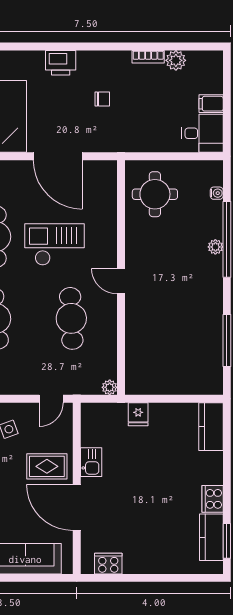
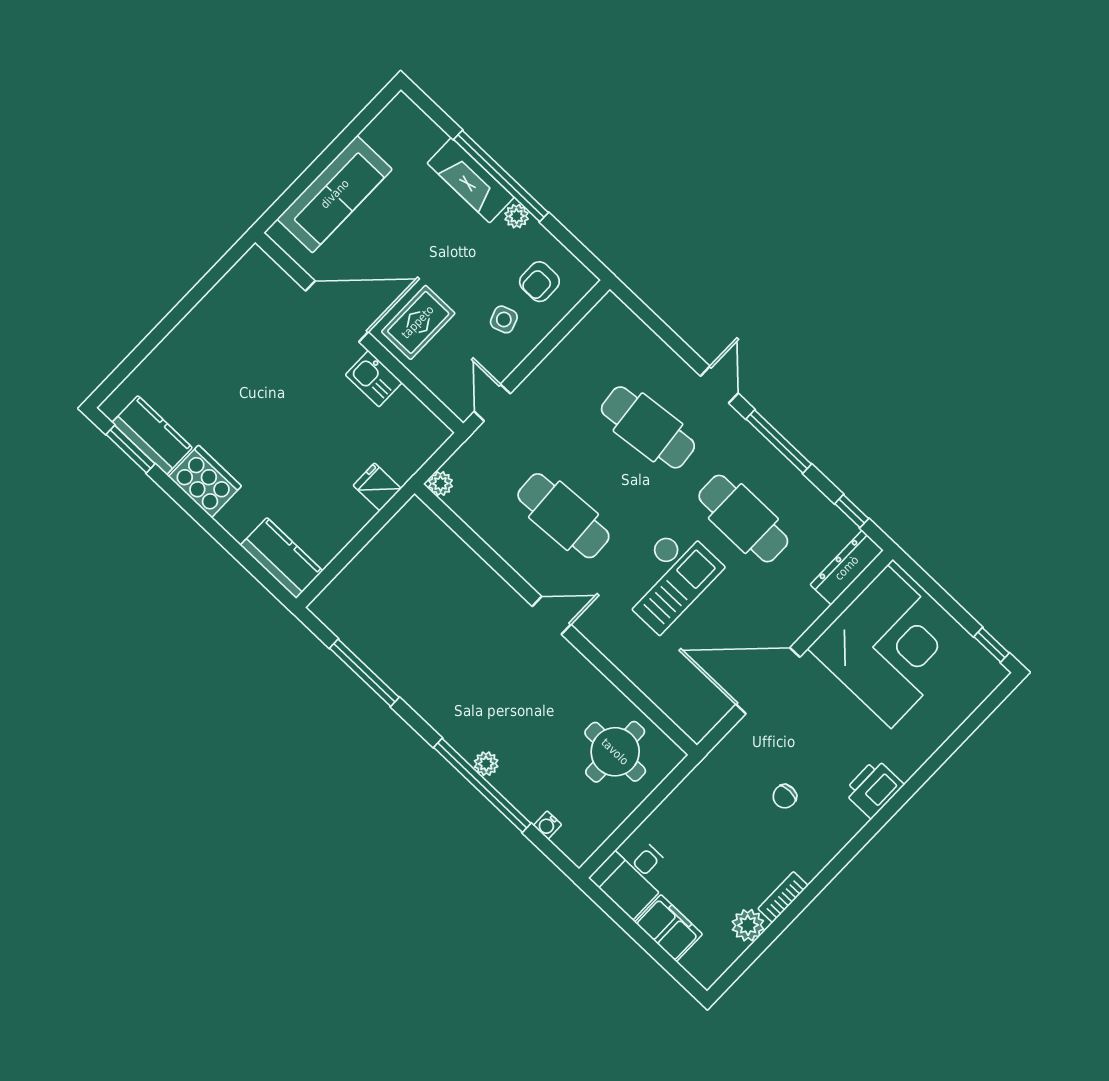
filing cabinet: (211, 104) -> (669, 928), width x2.00
cooker: (213, 499) -> (205, 481), width x1.37, depth x1.31
cooker: (108, 564) -> (236, 286), removed

